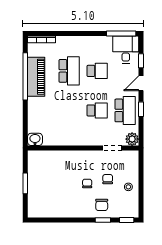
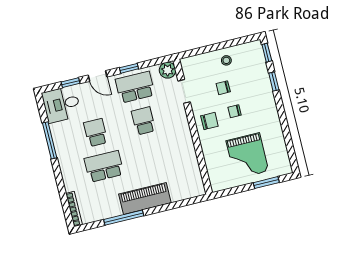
window: (121, 33) -> (50, 140), moved
window: (25, 76) -> (124, 218), width x0.68
piano: (36, 77) -> (145, 198), moved
washbasin: (35, 139) -> (197, 187), removed
window: (25, 183) -> (266, 183), moved
grand piano: (50, 185) -> (247, 156), added
chair: (102, 205) -> (209, 121), moved

